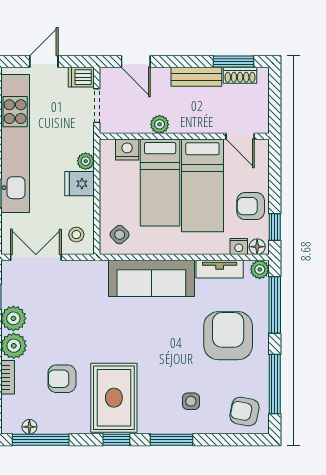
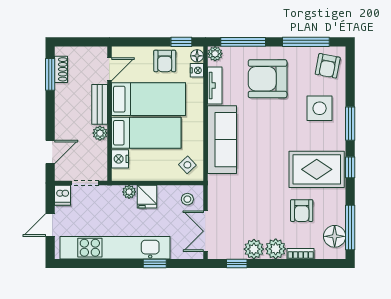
door: (44, 62) -> (50, 225), hinge flipped
bench: (196, 77) -> (100, 104), moved
side table: (191, 401) -> (320, 108), width x1.87, depth x1.87
floor lamp: (29, 427) -> (335, 236), width x1.89, depth x1.89

